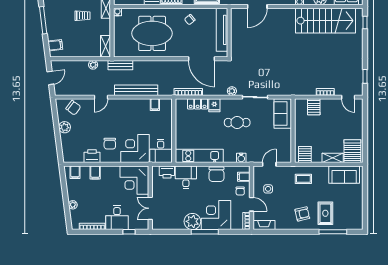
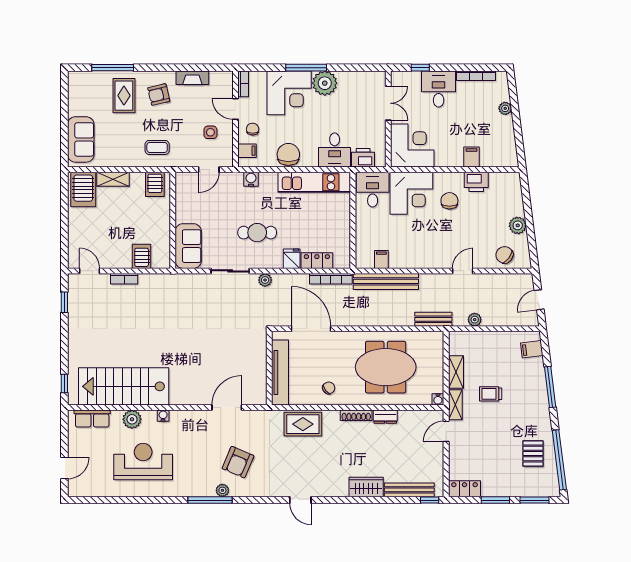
shelving: (105, 46) -> (456, 372), moved
bench: (136, 90) -> (386, 281), moved
filing cabinet: (75, 172) -> (502, 157), removed
sofa: (344, 175) -> (81, 139), moved, turned 90
fireplace: (264, 225) -> (192, 78), moved

